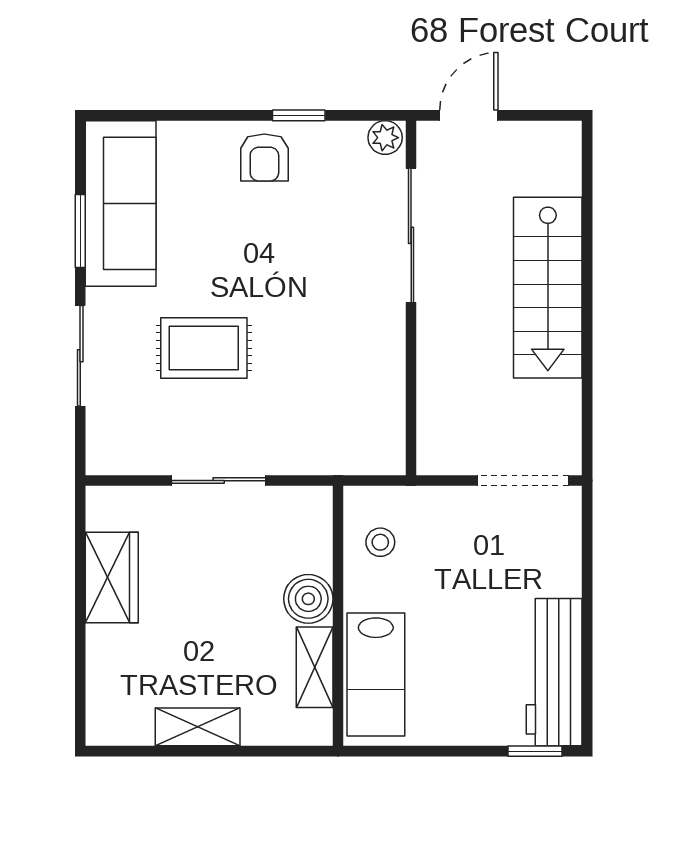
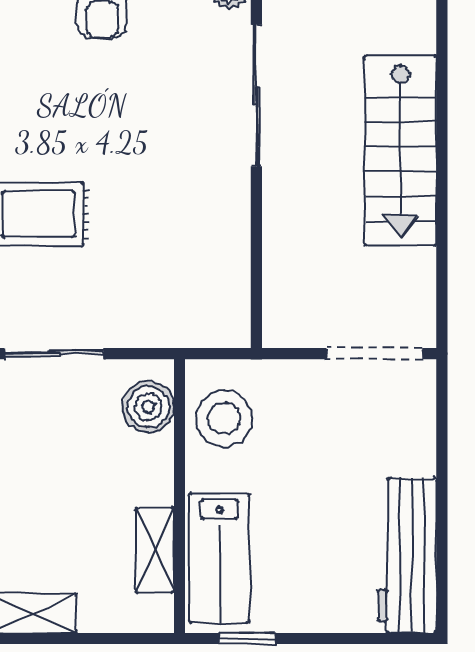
stool: (380, 542) -> (224, 419), width x1.89, depth x1.89
boiler: (308, 599) -> (148, 407), moved
window: (535, 751) -> (247, 639), moved

